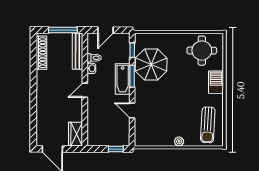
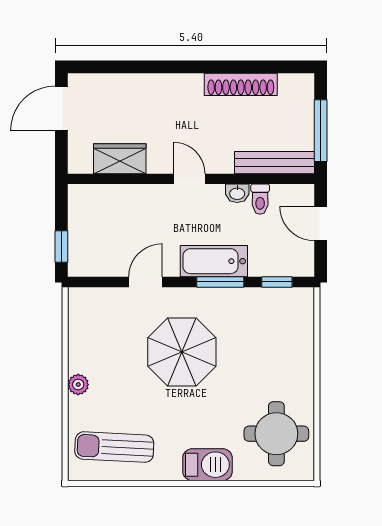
shoe rack: (42, 53) -> (241, 84), moved
parasol: (151, 65) -> (182, 352), moved
wardrobe: (75, 134) -> (120, 159), moved

